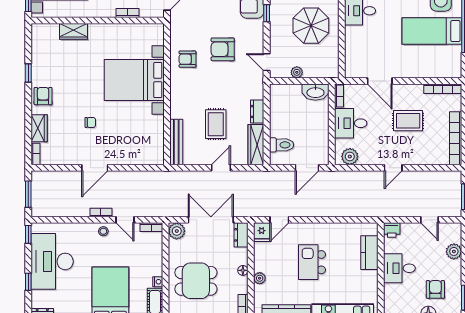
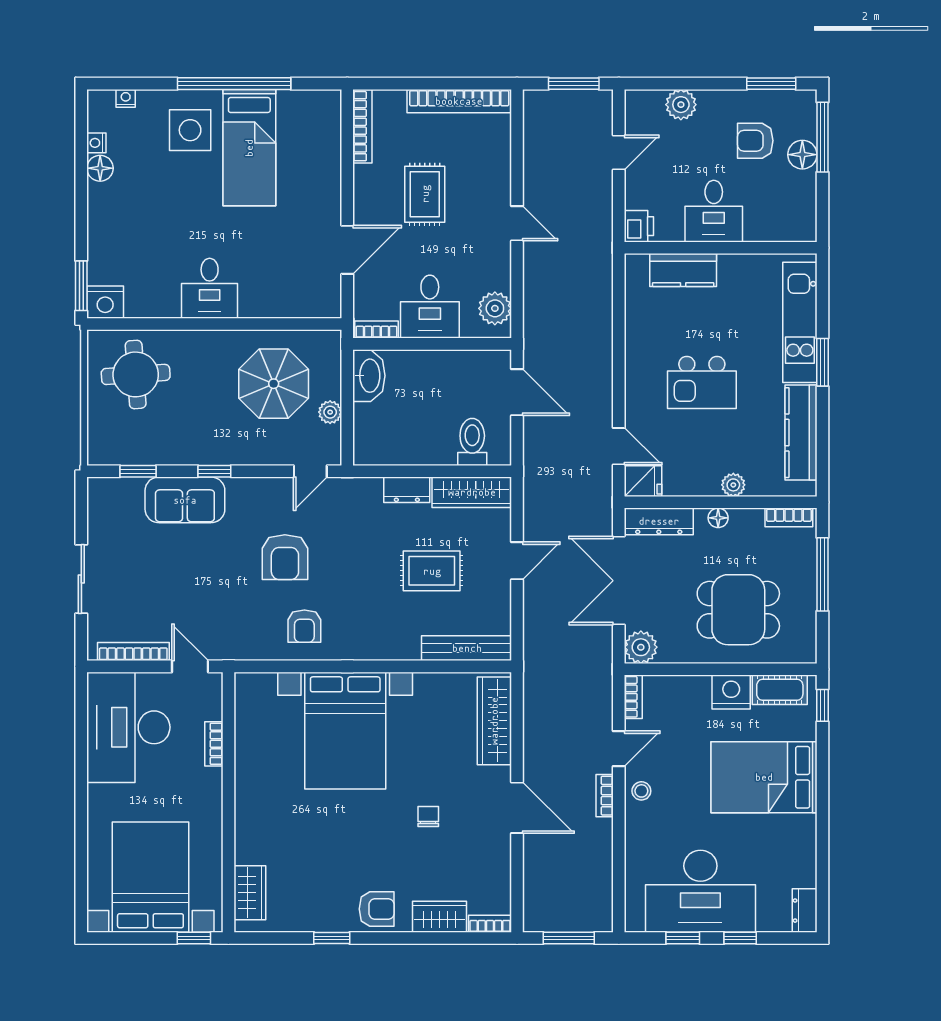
parasol: (311, 26) -> (274, 384), moved
wardrobe: (74, 31) -> (250, 893), moved
armchair: (43, 96) -> (377, 909), turned 180
wardrobe: (139, 156) -> (494, 721), added
door: (221, 168) -> (517, 561), swing flipped
window: (28, 234) -> (683, 938), moved
dresser: (241, 235) -> (659, 521), width x1.44
dining table: (196, 281) -> (738, 610), turned 90
nightstand: (158, 282) -> (731, 692), width x1.89, depth x1.79

